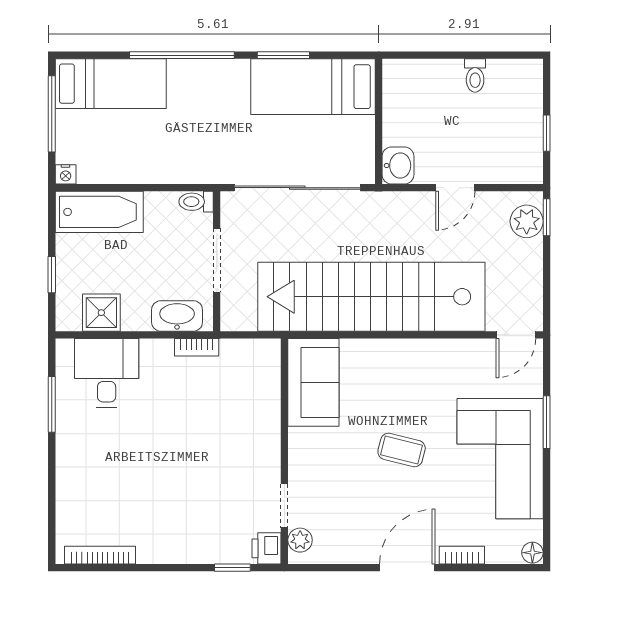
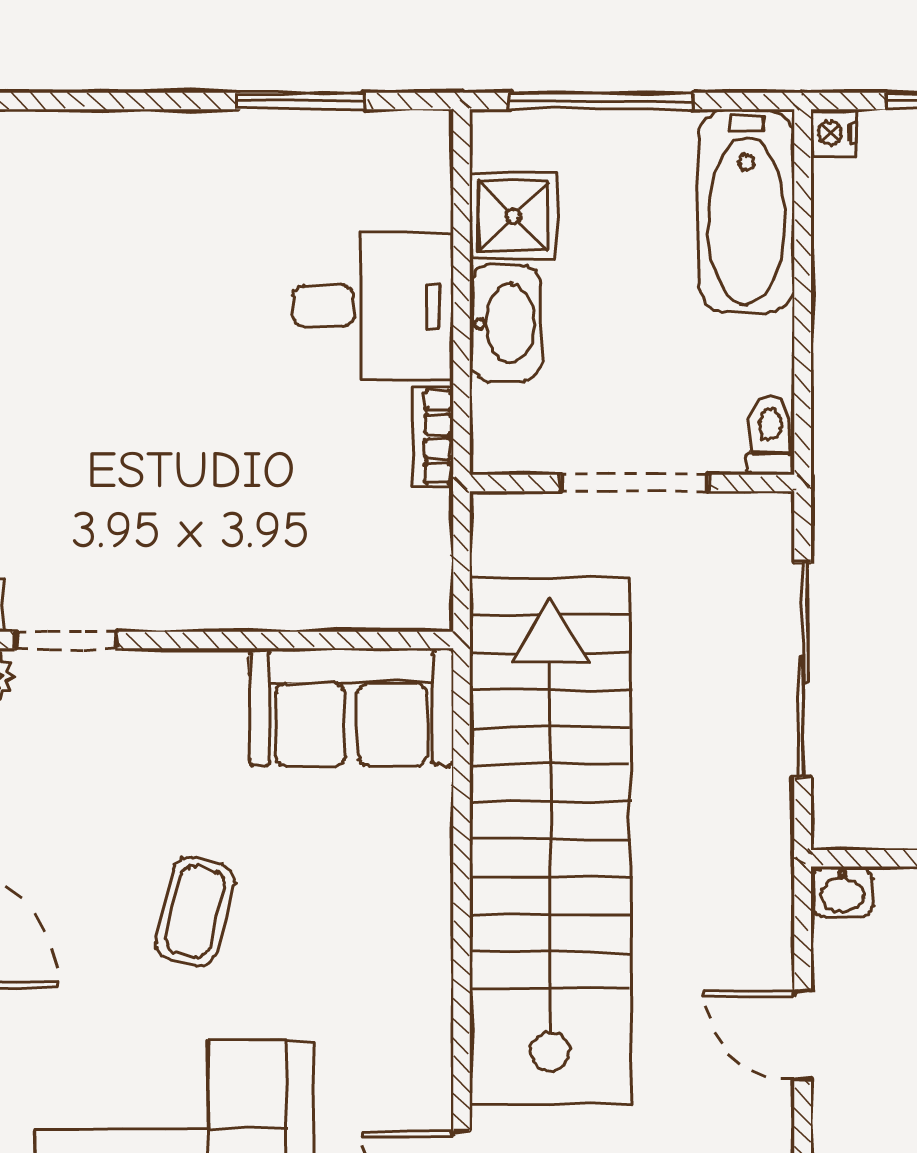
washbasin: (398, 165) -> (842, 892), width x0.72, depth x0.69
sliding door: (297, 188) -> (803, 670), width x0.73
window: (52, 275) -> (601, 101), width x2.17
washbasin: (177, 316) -> (505, 323), moved
desk: (107, 373) -> (373, 306), moved

